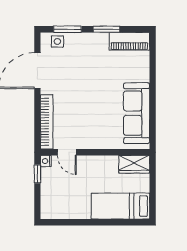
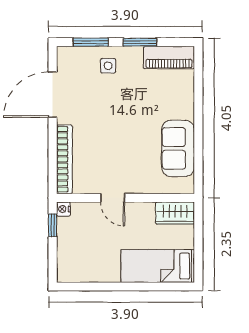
side table: (57, 41) -> (108, 66), moved
sofa: (137, 113) -> (178, 148), width x0.73
door: (67, 152) -> (113, 198), moved

